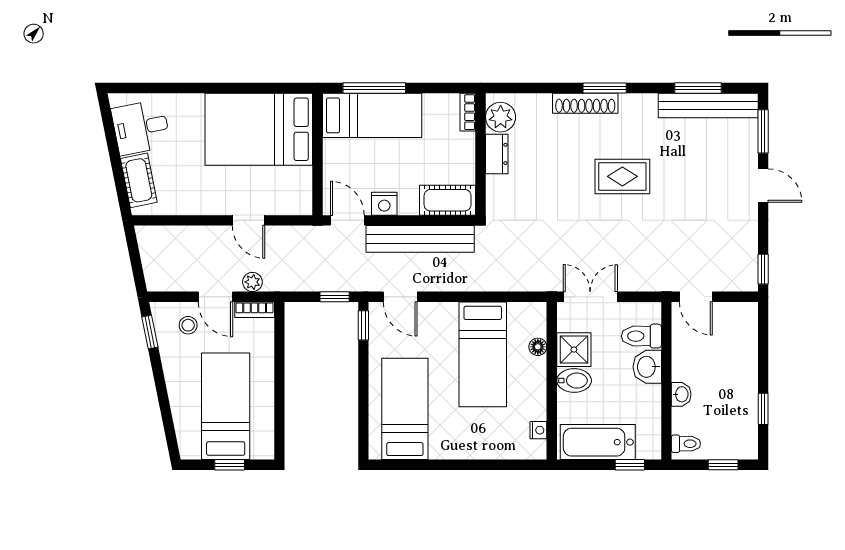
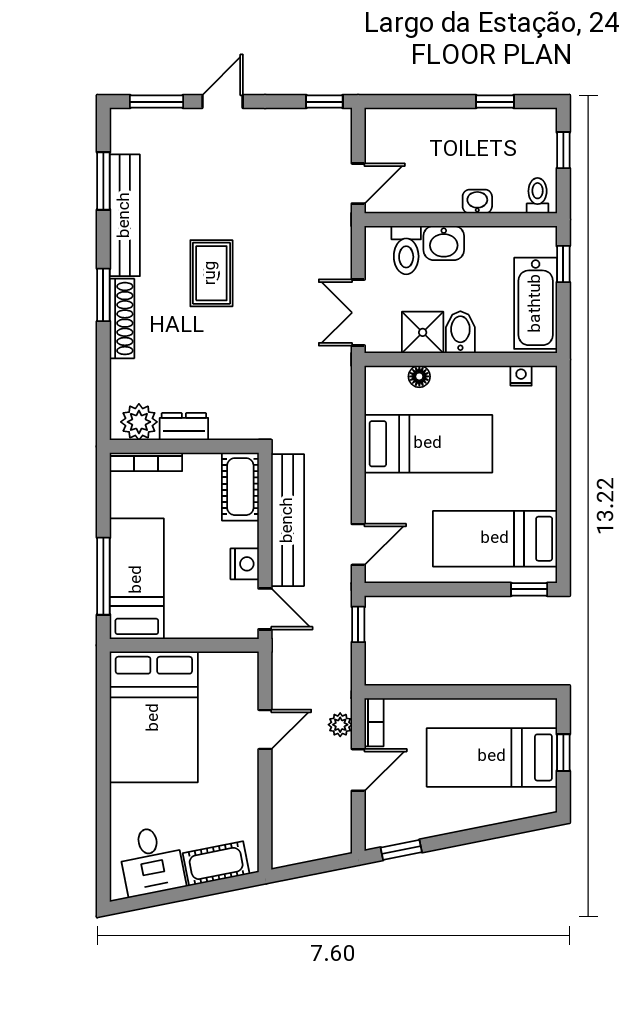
bench: (708, 106) -> (125, 215), moved
bookcase: (468, 112) -> (146, 462), width x1.56
door: (347, 220) -> (265, 609), swing flipped
stool: (188, 325) -> (393, 803), removed
window: (363, 325) -> (529, 589), moved

